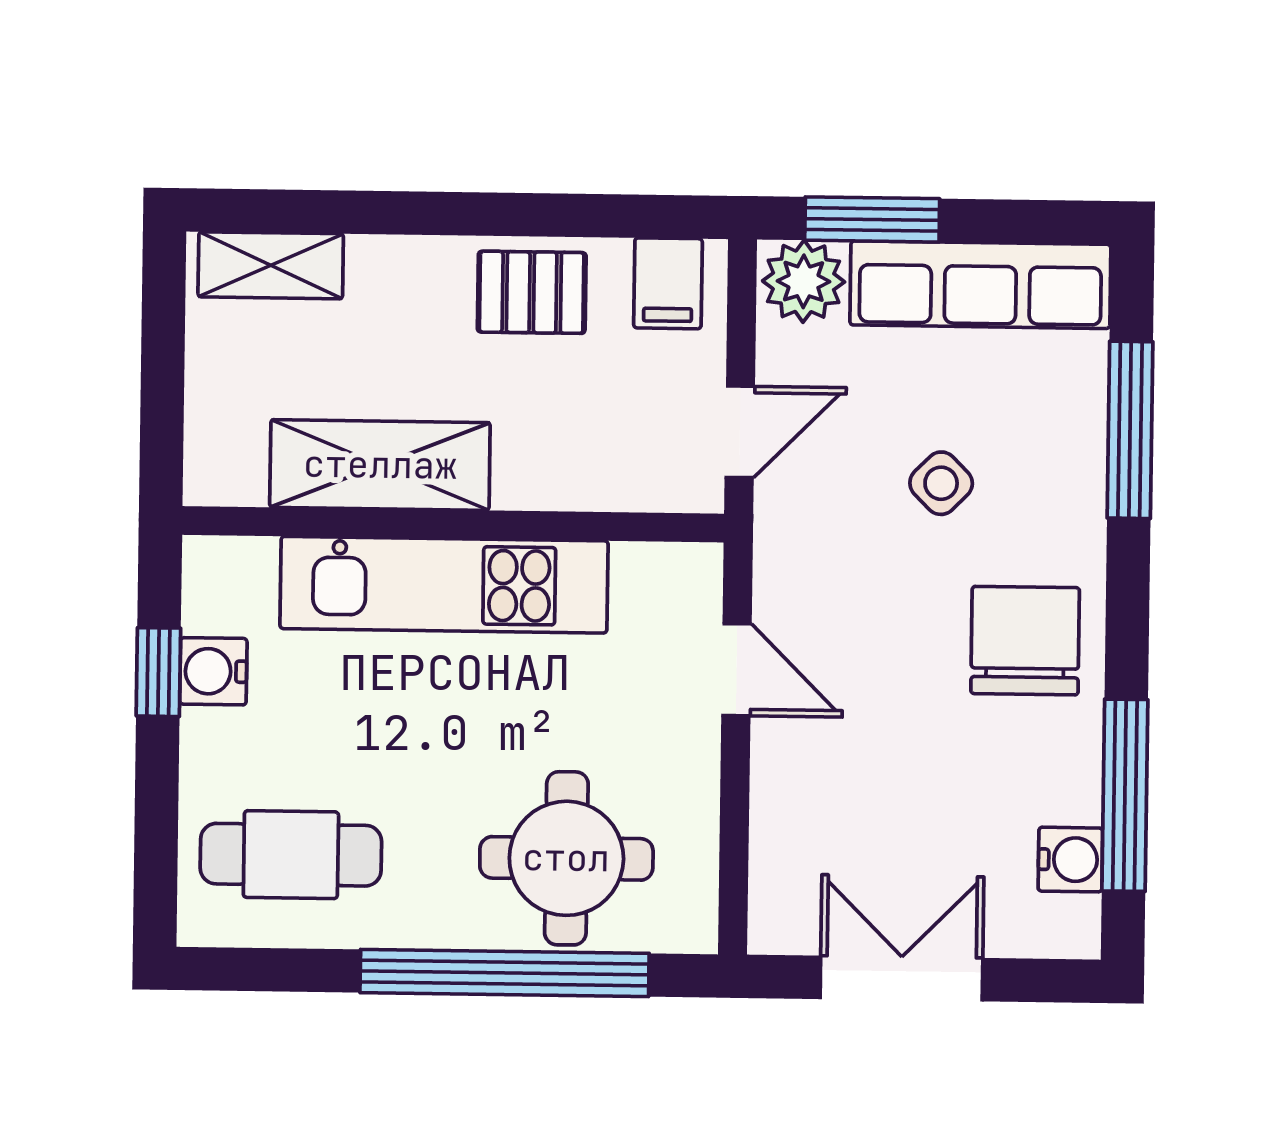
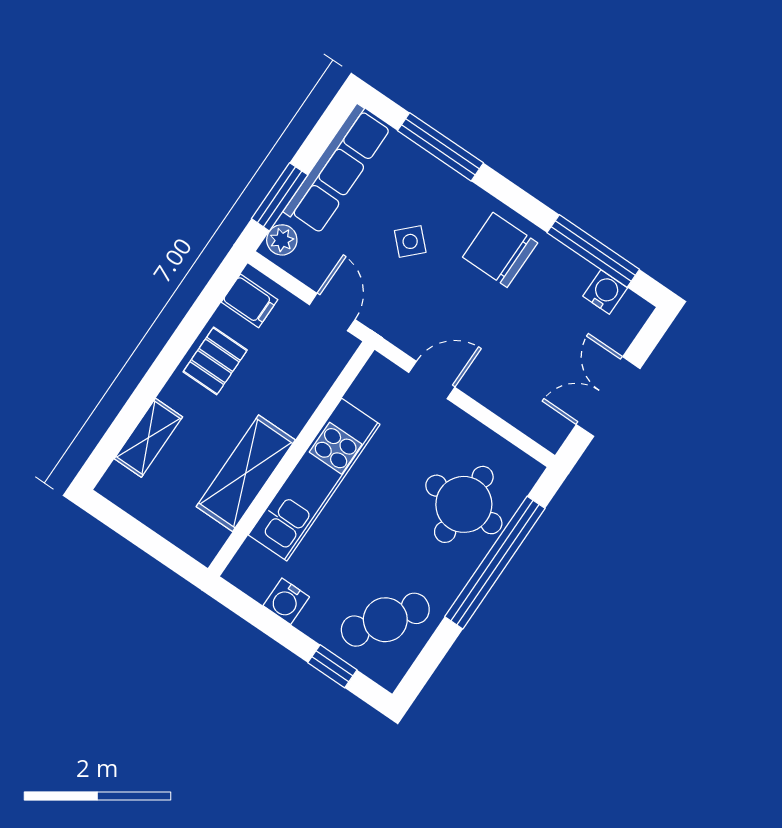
shelving: (271, 265) -> (148, 438), moved
plant: (804, 281) -> (282, 240), width x0.73, depth x0.73
window: (158, 672) -> (332, 666), moved
cafe table: (291, 855) -> (385, 620), turned 35

